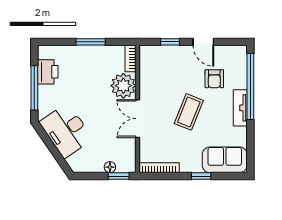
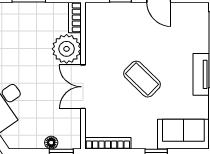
armchair: (214, 79) -> (171, 41), removed
coffee table: (189, 112) -> (142, 79), turned -68

